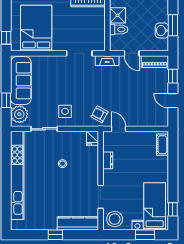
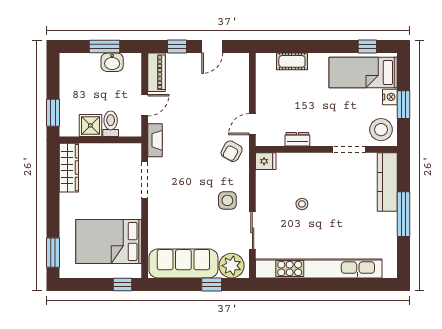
cot: (162, 145) -> (292, 61), moved
window: (55, 235) -> (403, 214), width x2.17
window: (145, 235) -> (403, 105), moved

